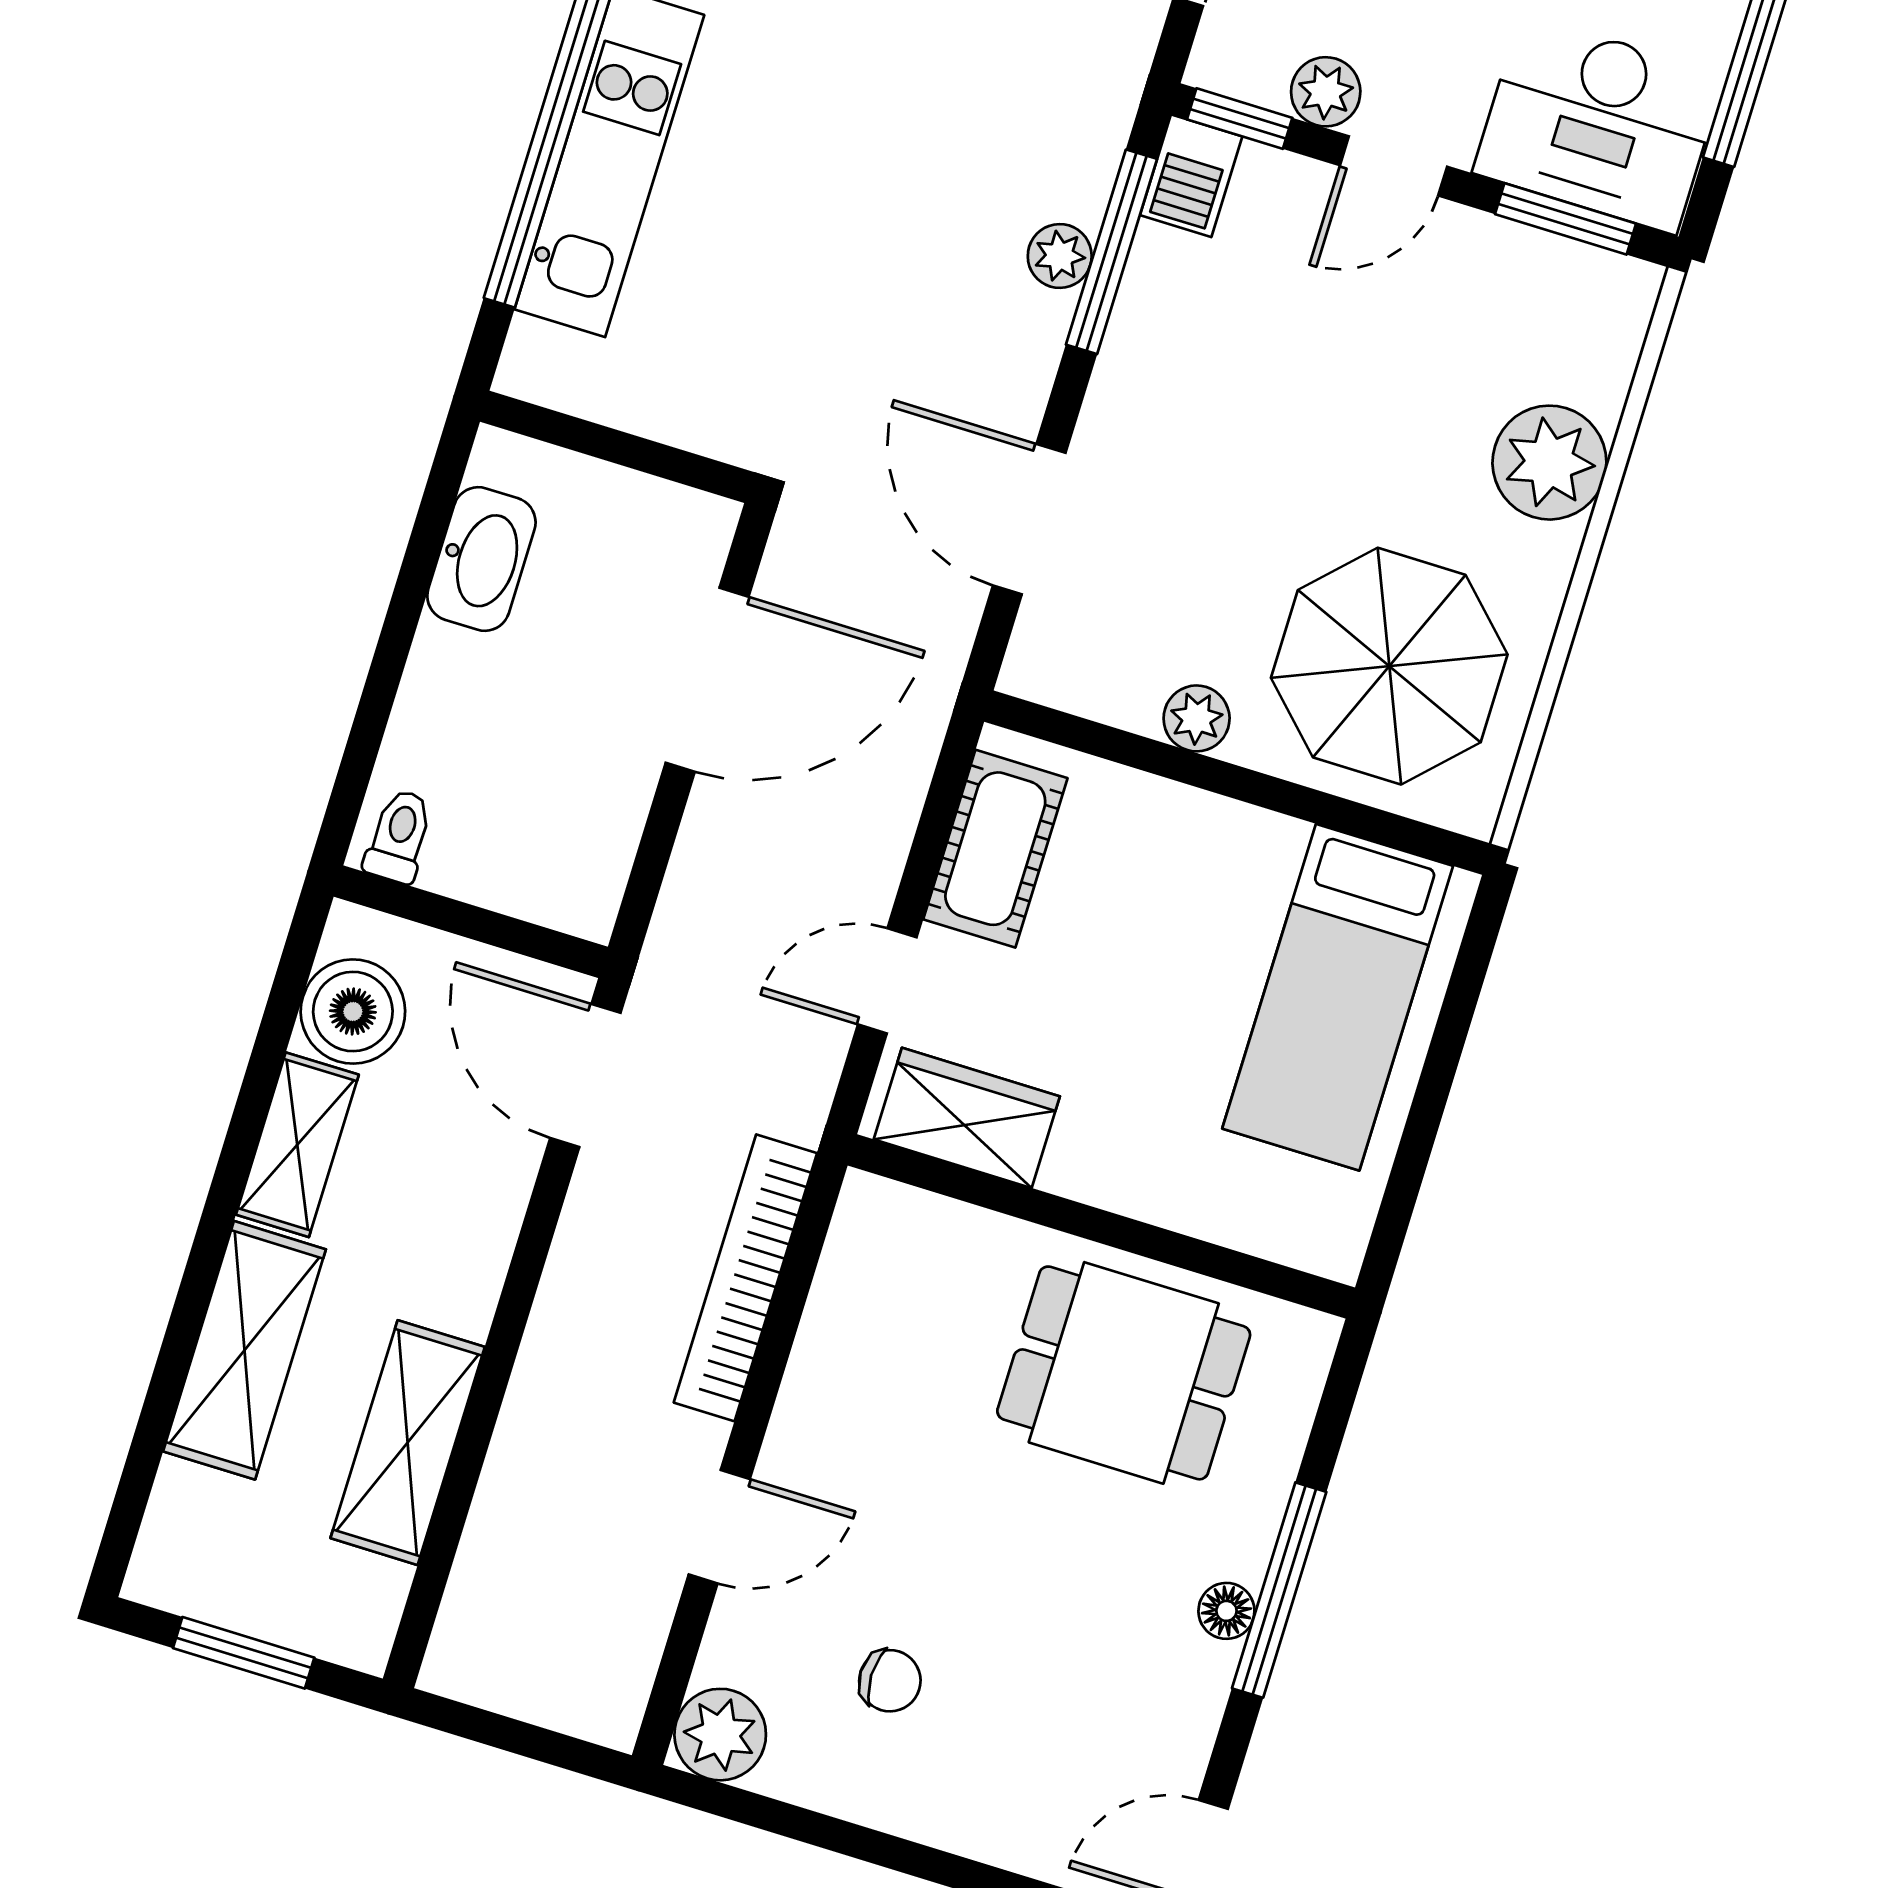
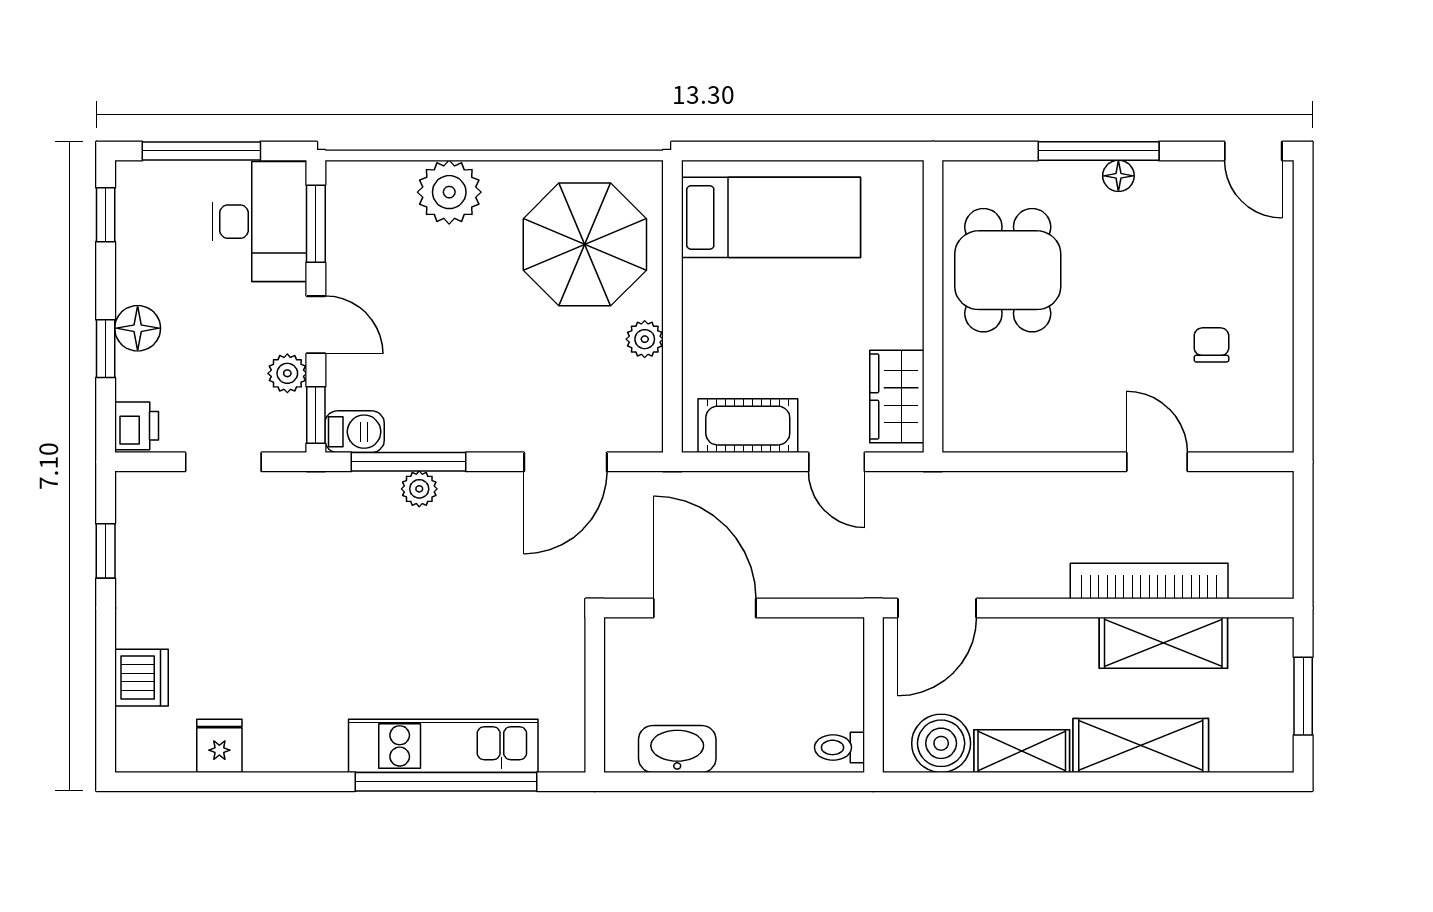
bookcase: (745, 1278) -> (1149, 581), moved, turned 180
plant: (720, 1735) -> (1268, 427), removed

